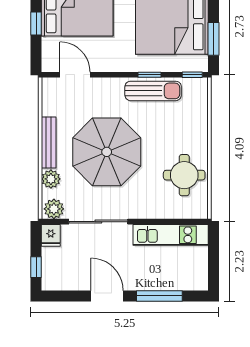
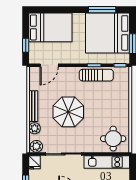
window: (36, 24) -> (26, 45), moved
door: (75, 75) -> (49, 65), swing flipped
parasol: (107, 152) -> (68, 112), width x0.73, depth x0.73
round table: (184, 175) -> (113, 139), moved

